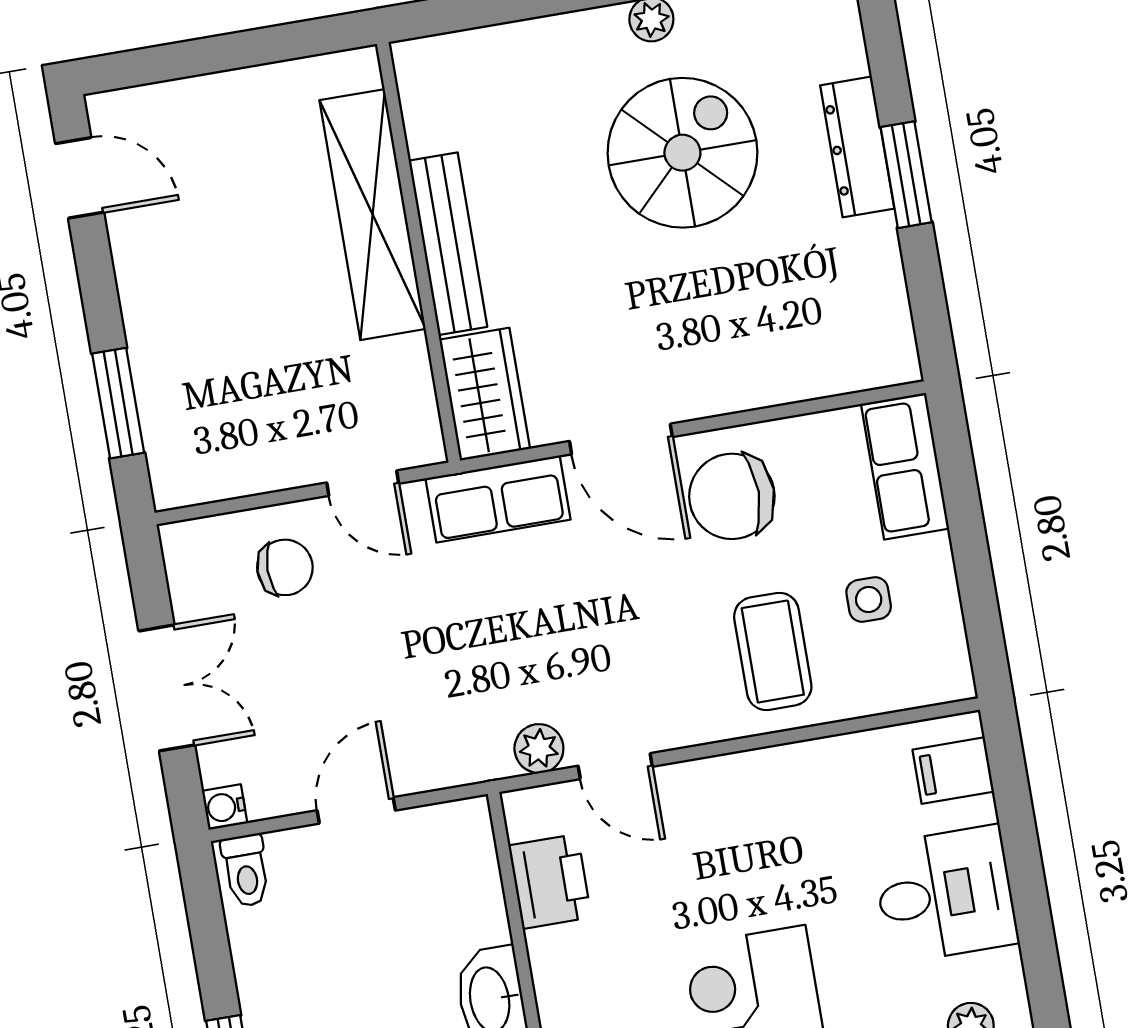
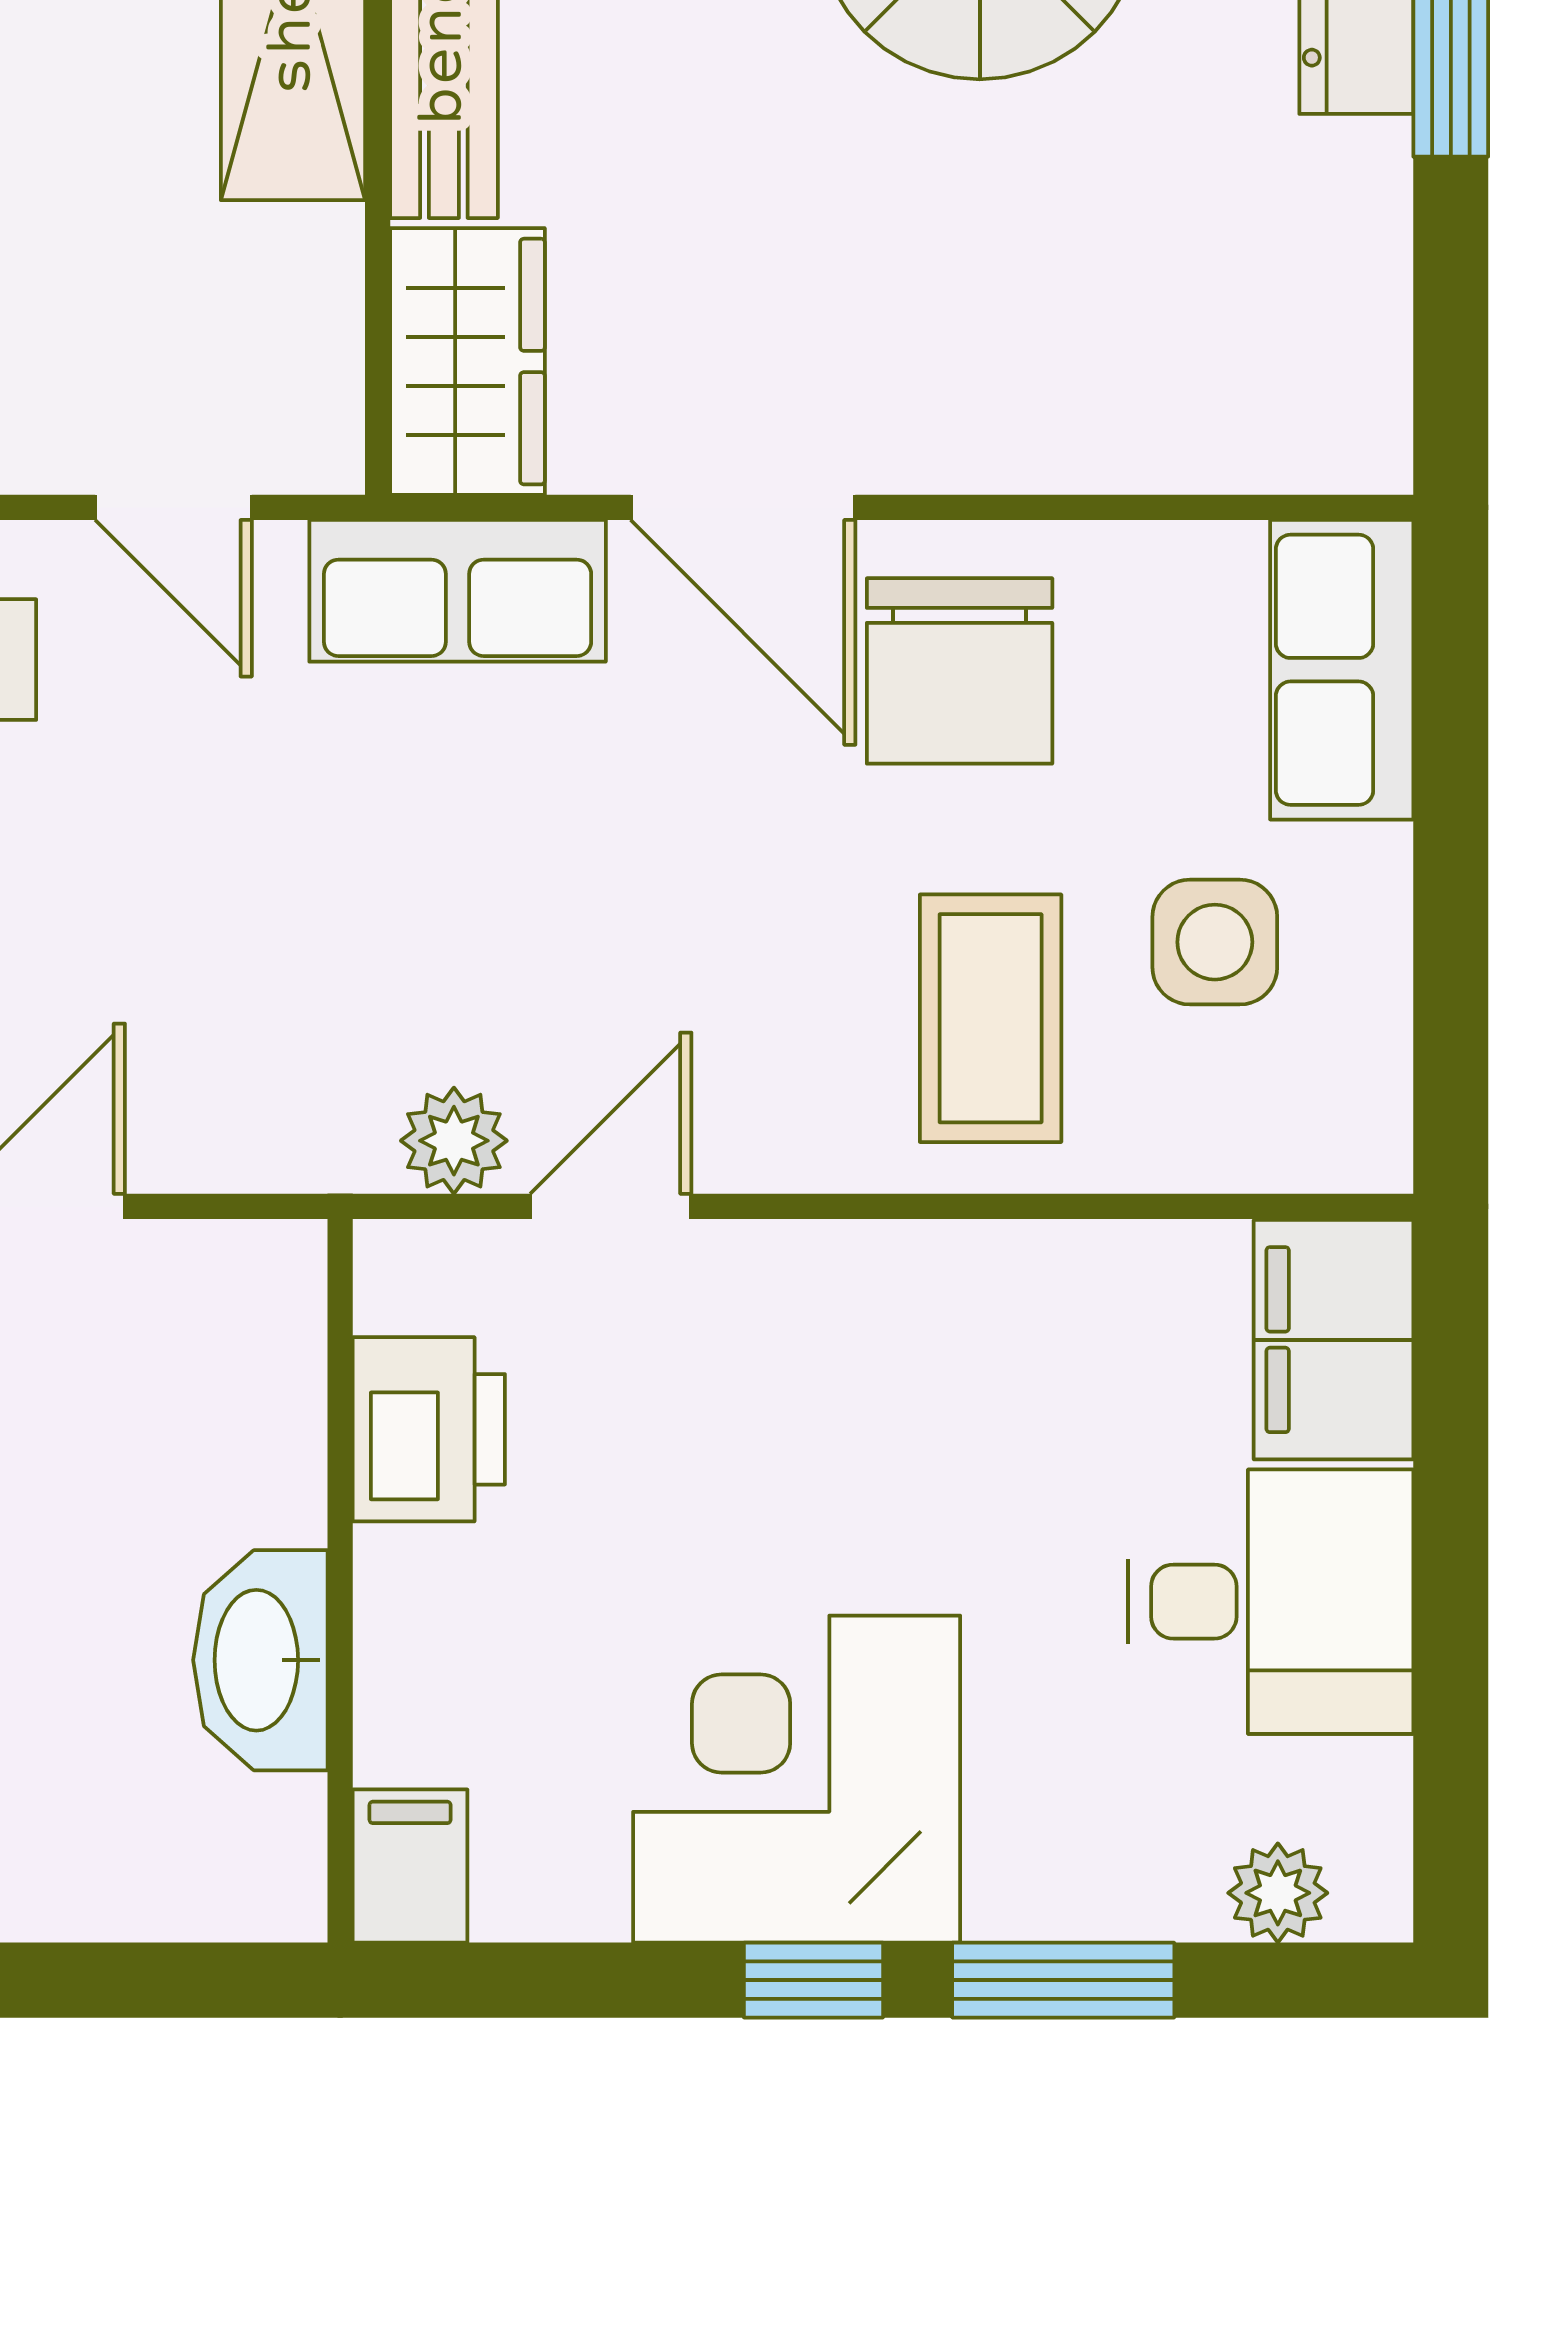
chair: (732, 496) -> (960, 671), turned -90
side table: (869, 600) -> (1215, 942), width x1.37, depth x1.37
door: (615, 766) -> (611, 1206), swing flipped
filing cabinet: (953, 771) -> (1334, 1340), width x2.00

